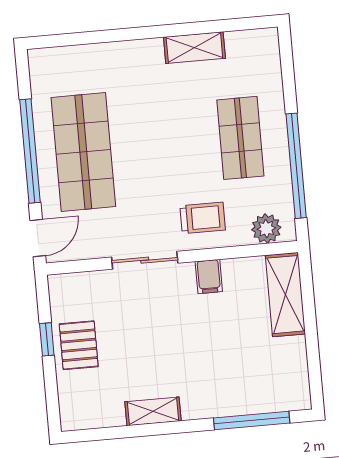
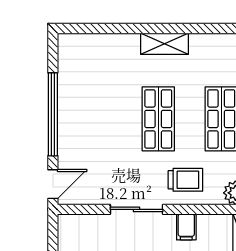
shelving: (194, 48) -> (164, 44), moved
shop shelf: (83, 152) -> (158, 119), moved, width x0.70, depth x0.74

